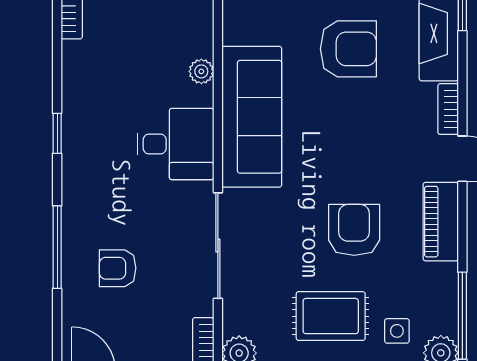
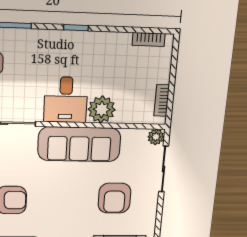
plant: (201, 71) -> (102, 109), width x1.87, depth x1.87

